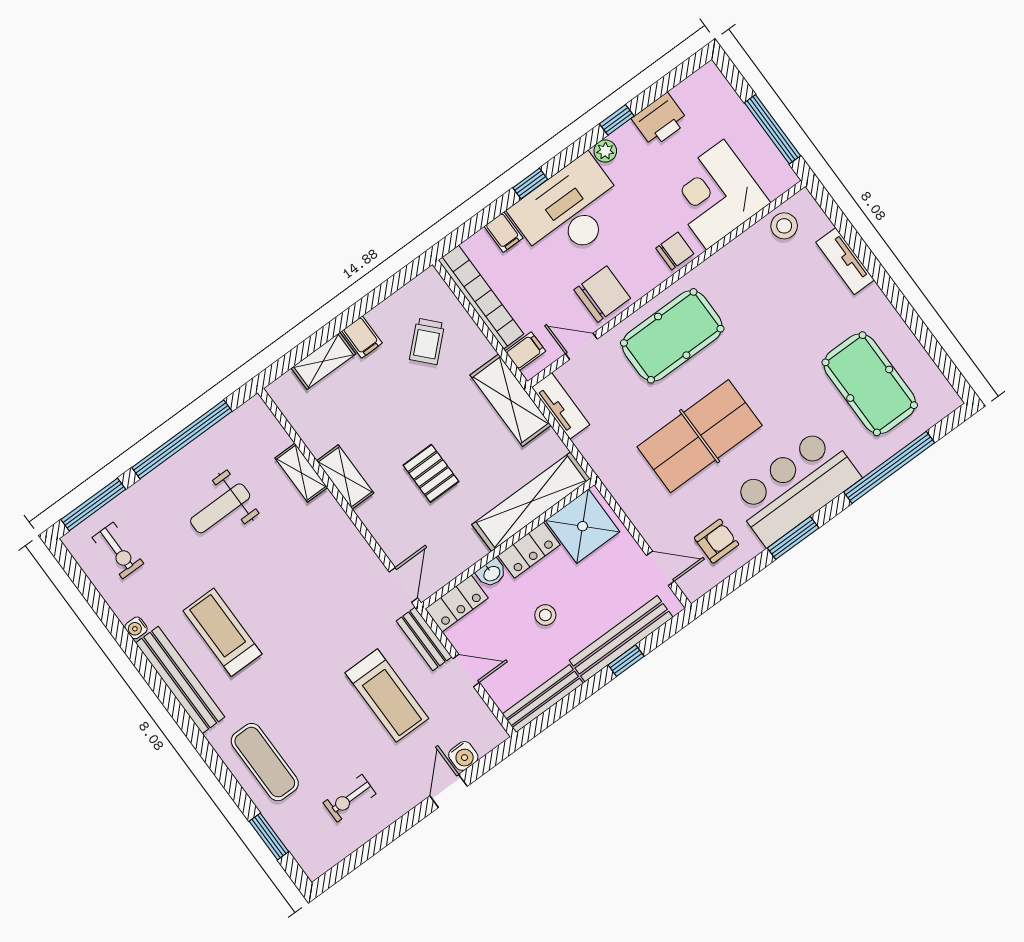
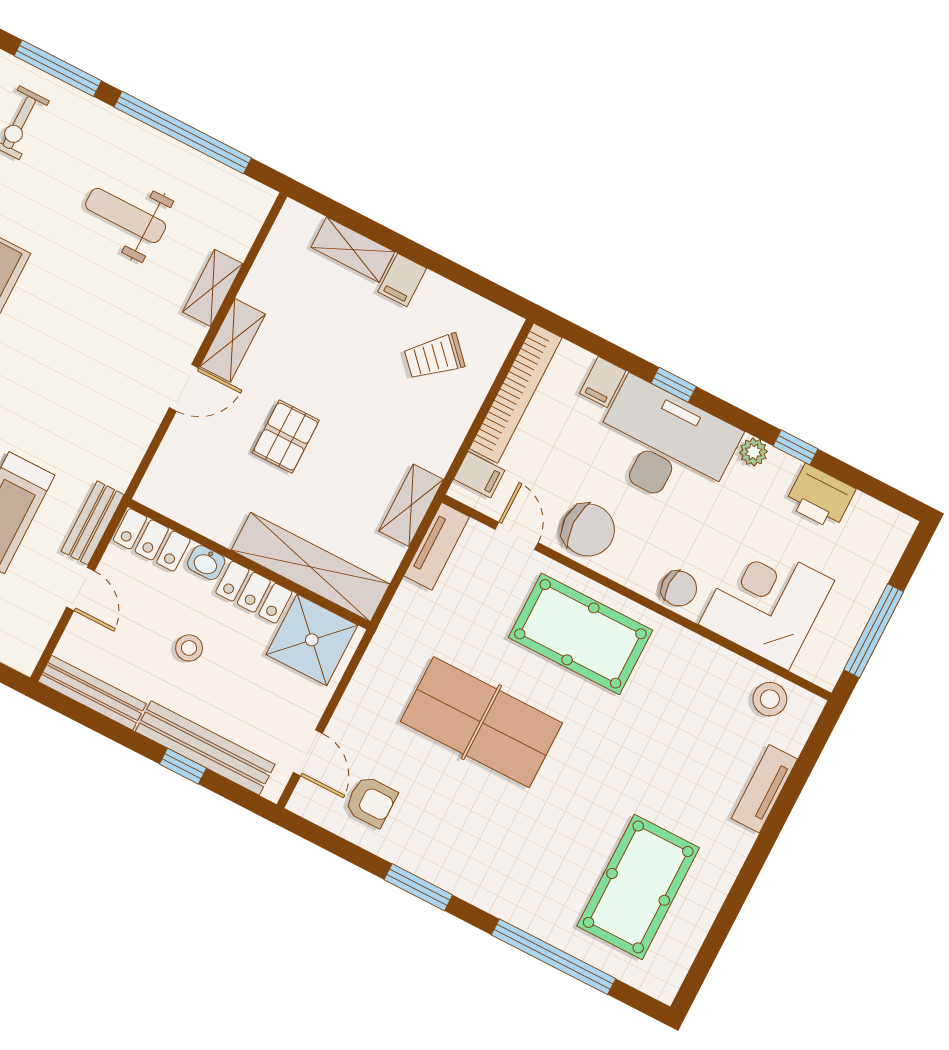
shelving: (511, 400) -> (411, 505), width x0.67, depth x0.75
bar counter: (795, 487) -> (478, 860), removed
door: (403, 585) -> (184, 388), moved

